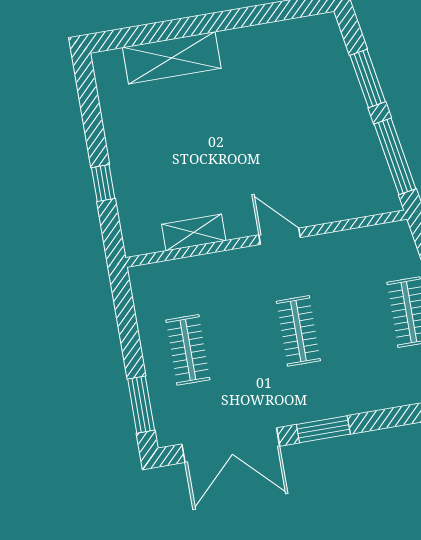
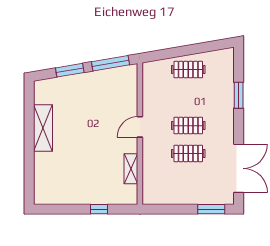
shelving: (172, 58) -> (43, 128), moved
clothes rail: (188, 350) -> (188, 153), moved
window: (323, 429) -> (239, 95), moved

